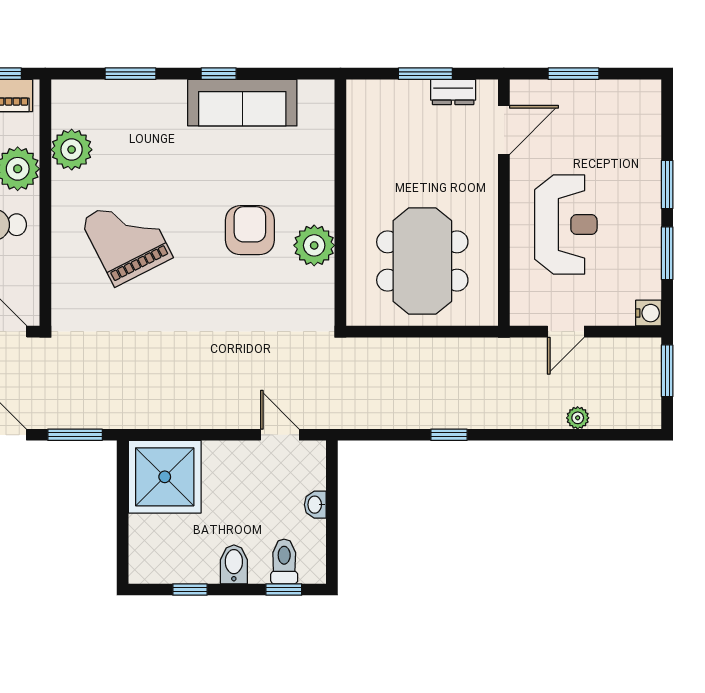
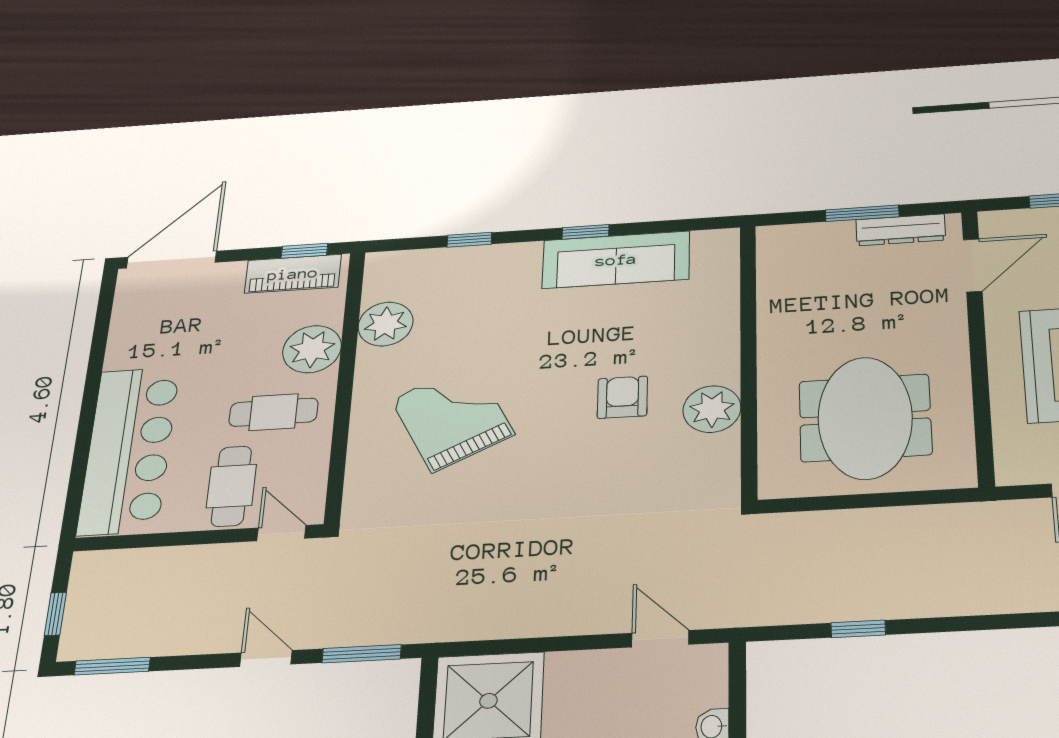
window: (130, 74) -> (469, 240), width x0.67
dresser: (453, 92) -> (901, 230), width x1.44
armchair: (250, 230) -> (622, 397), width x0.72, depth x0.72
window: (449, 435) -> (858, 629), moved

